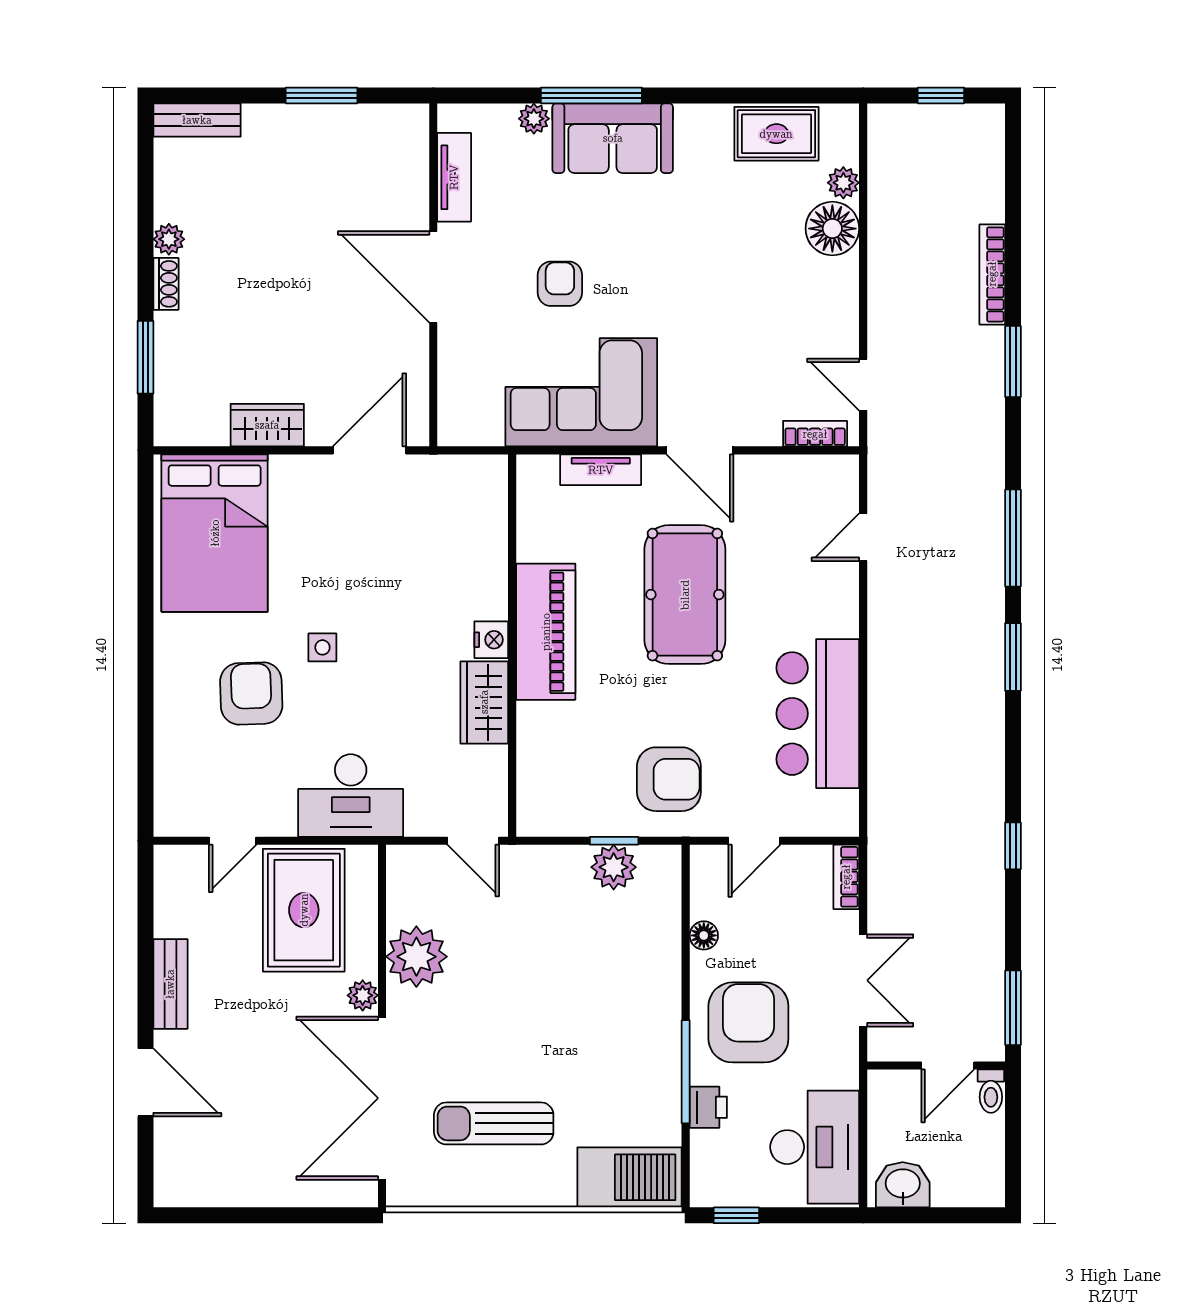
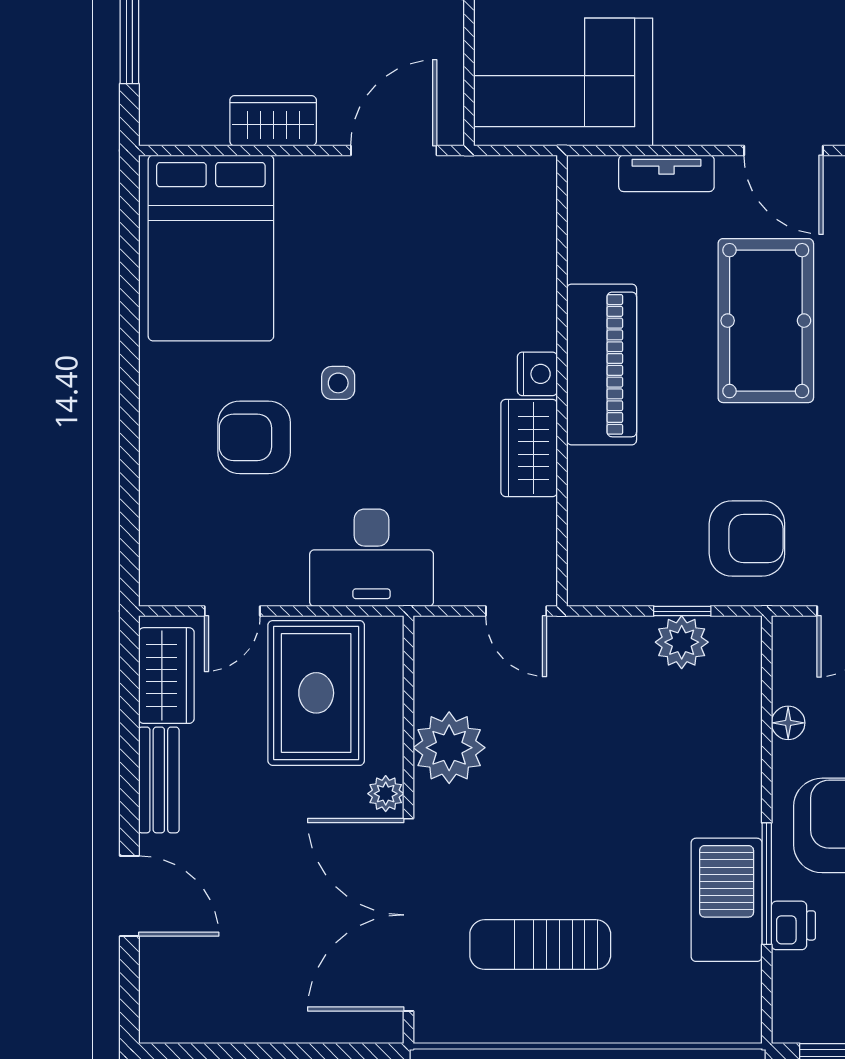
corner sofa: (581, 392) -> (563, 82), moved
armchair: (251, 693) -> (254, 437), turned -88
wardrobe: (177, 895) -> (166, 676), added
barbecue: (630, 1177) -> (727, 900), moved, turned -90

